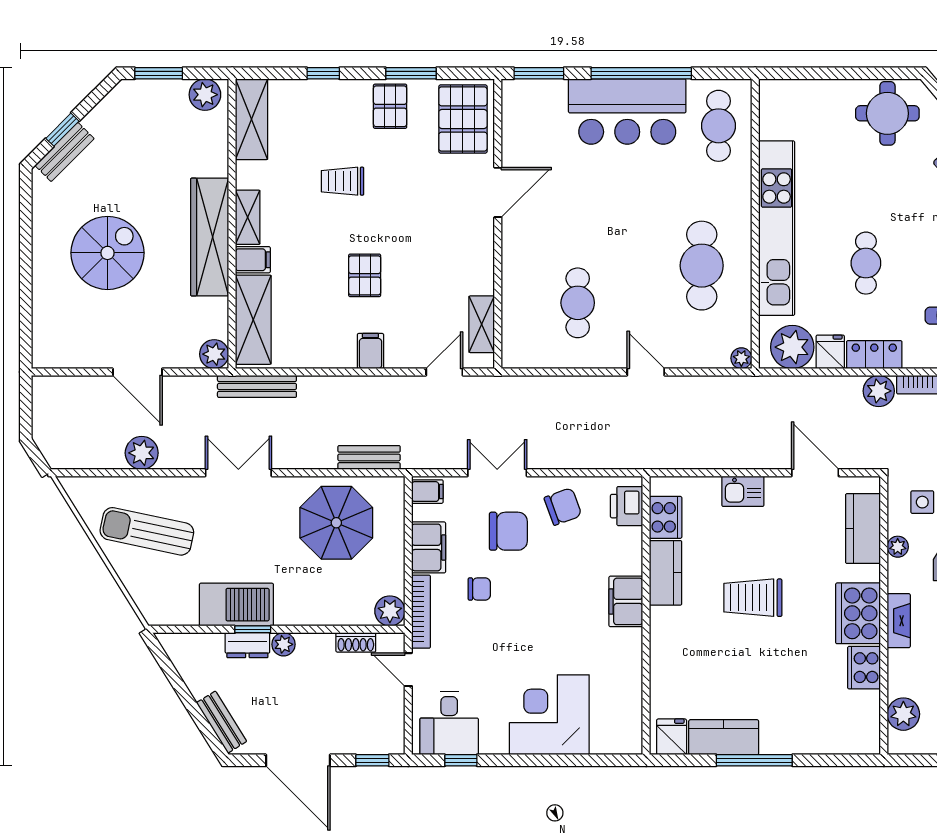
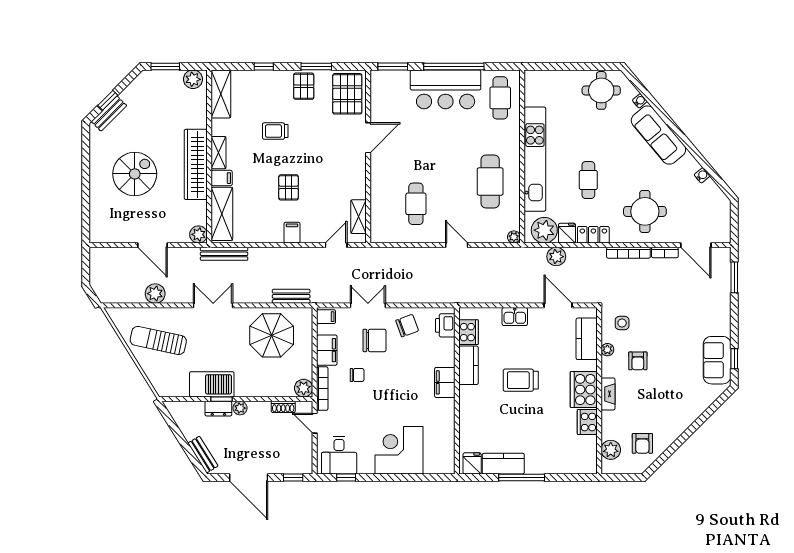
plant: (879, 391) -> (556, 257), moved

